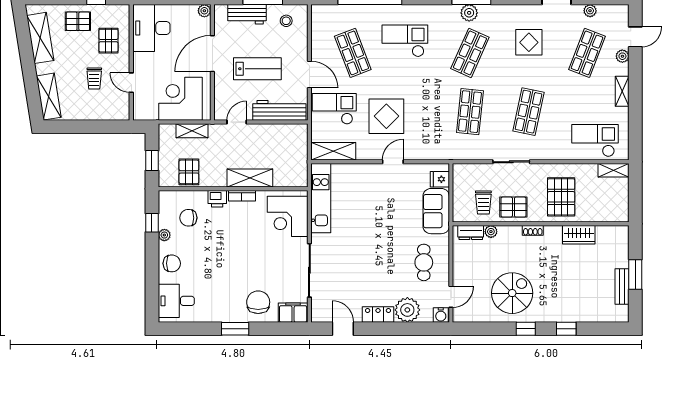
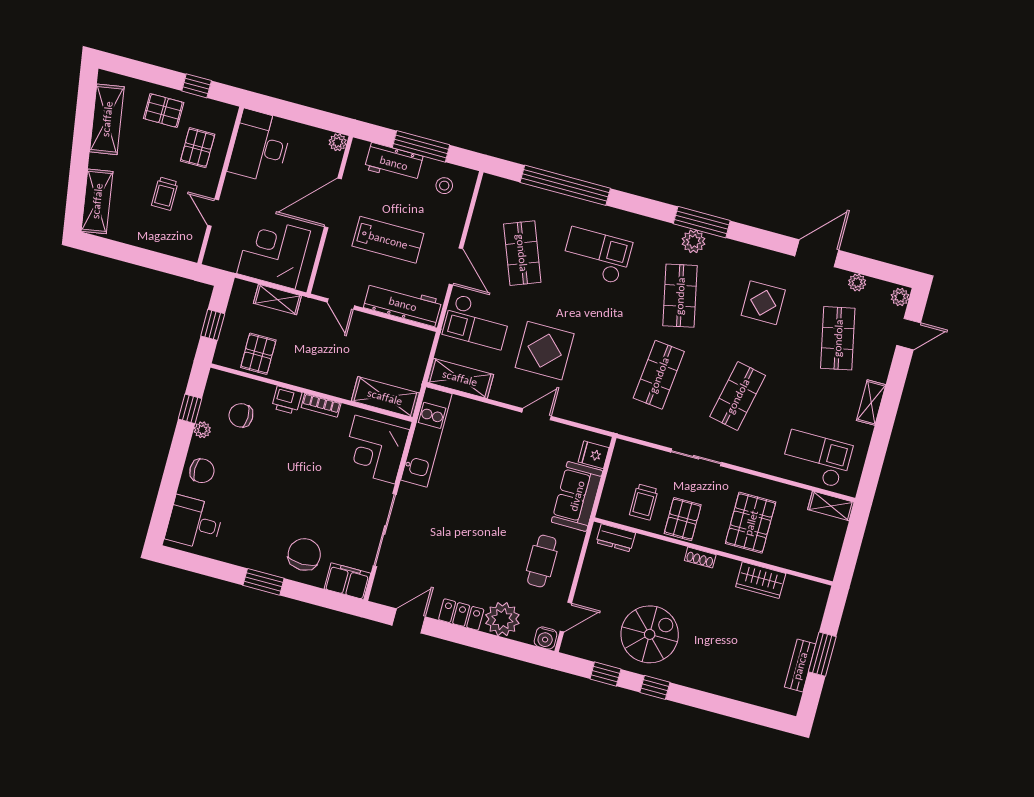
shop shelf: (470, 53) -> (680, 296), turned -36
shop shelf: (587, 53) -> (838, 338), turned -33
plant: (622, 56) -> (900, 297), moved
checkout: (334, 109) -> (477, 322), turned 180
door: (237, 122) -> (341, 304), swing flipped
shelving: (250, 178) -> (385, 397), moved
pallet: (513, 207) -> (683, 519), turned 90
plant: (491, 232) -> (643, 544), removed
door: (343, 329) -> (409, 621), hinge flipped
window: (566, 329) -> (605, 674), moved

